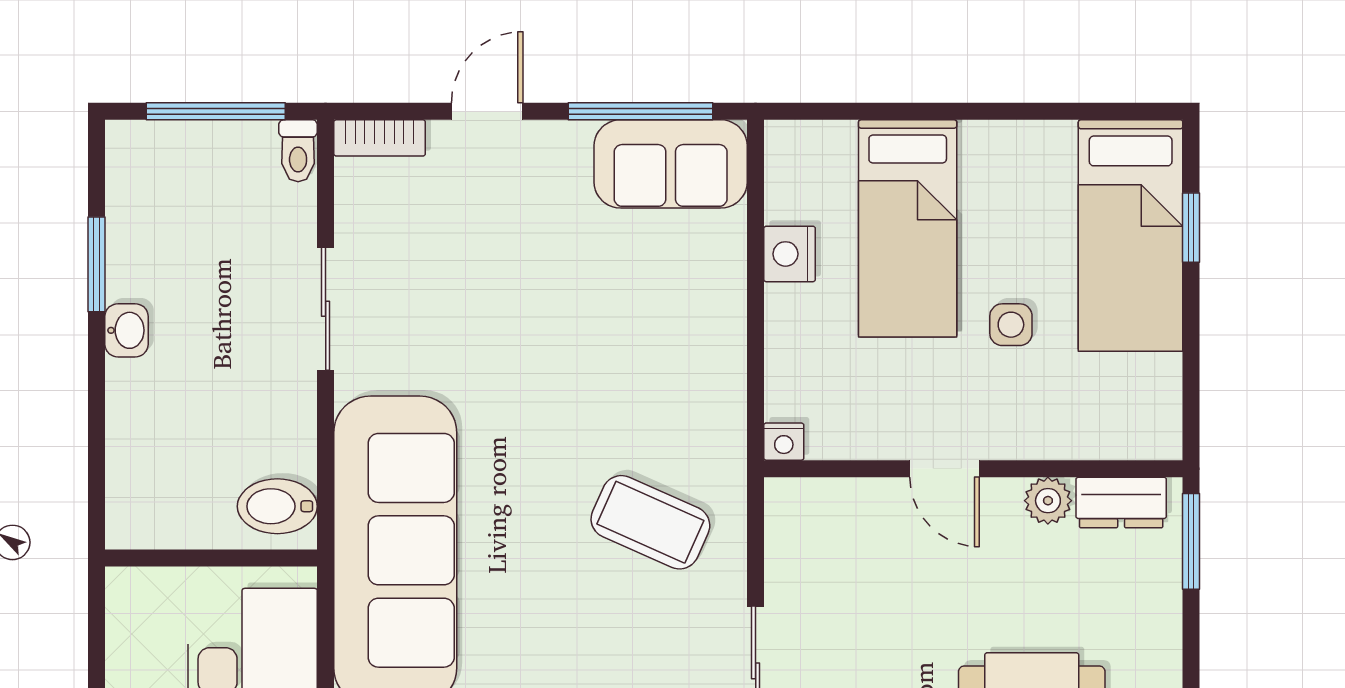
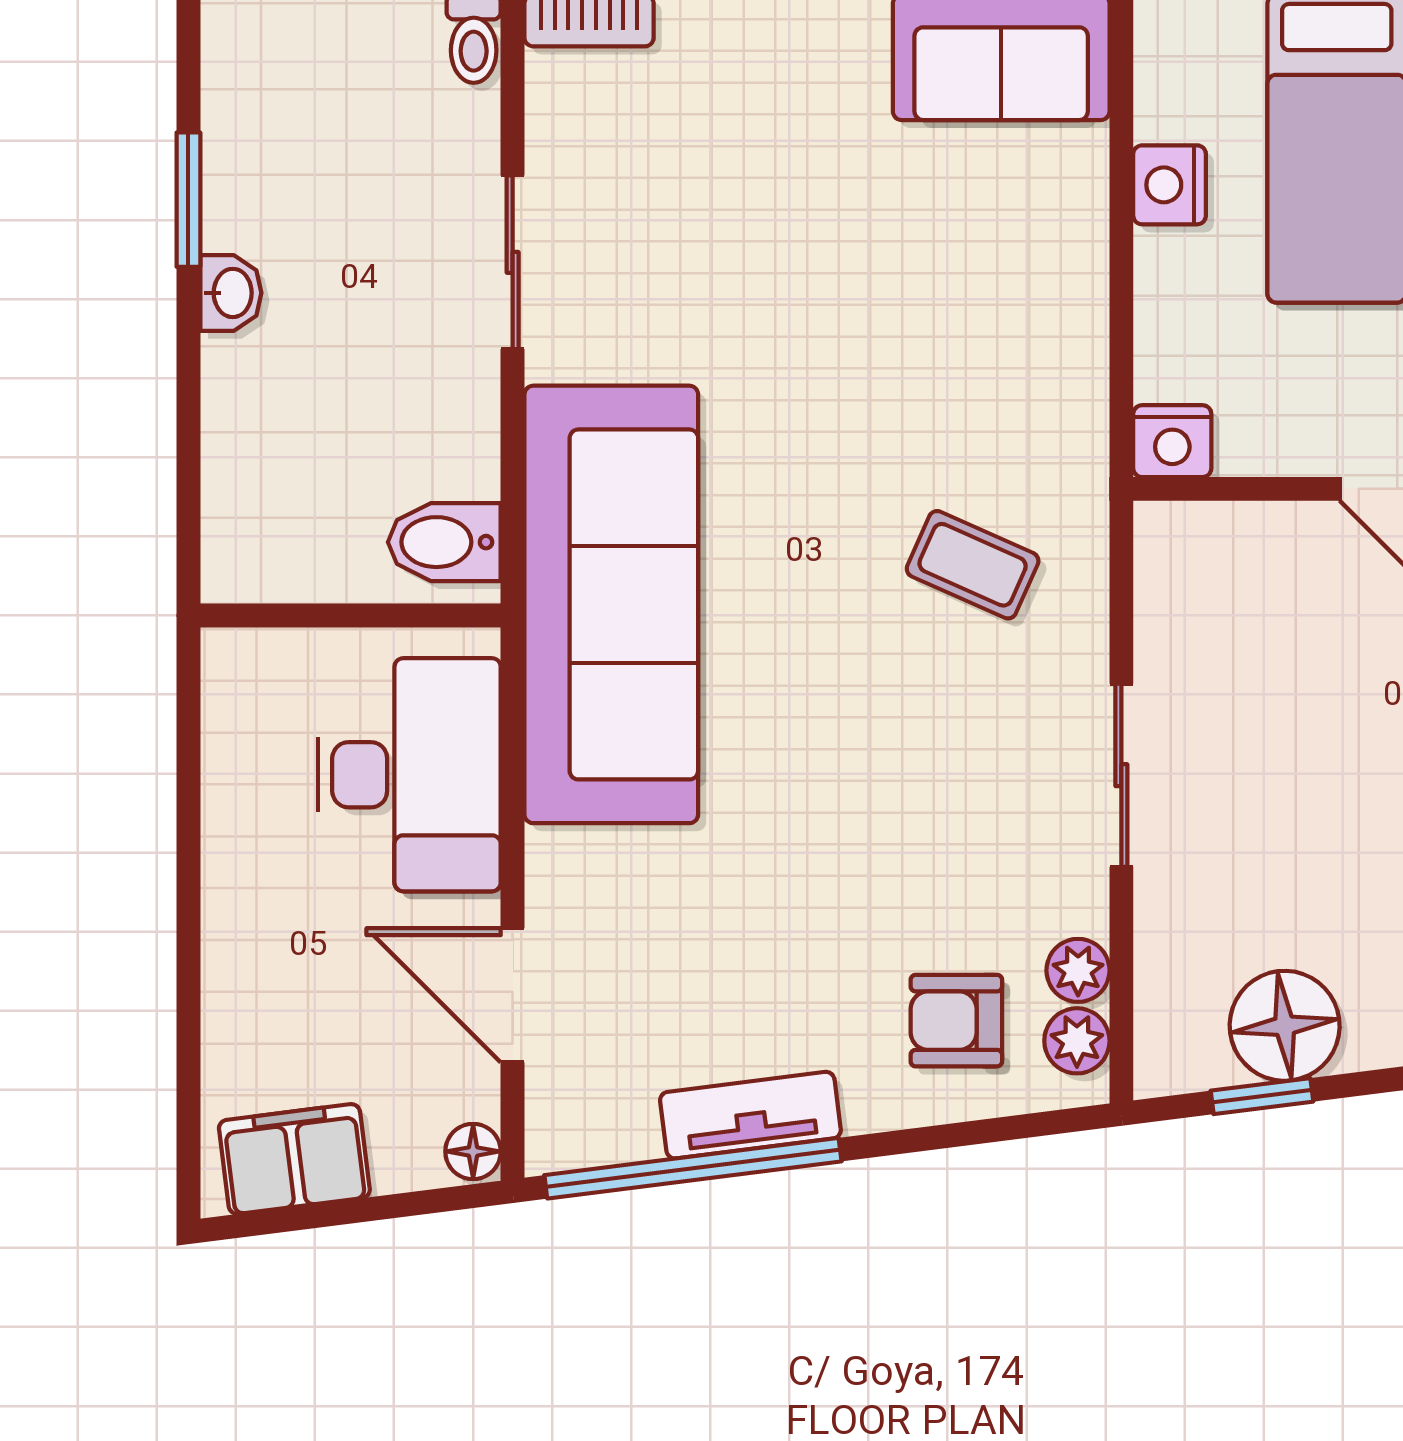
nightstand: (784, 442) -> (1172, 441), width x1.39, depth x1.35
coffee table: (650, 522) -> (973, 565), width x0.73, depth x0.77

